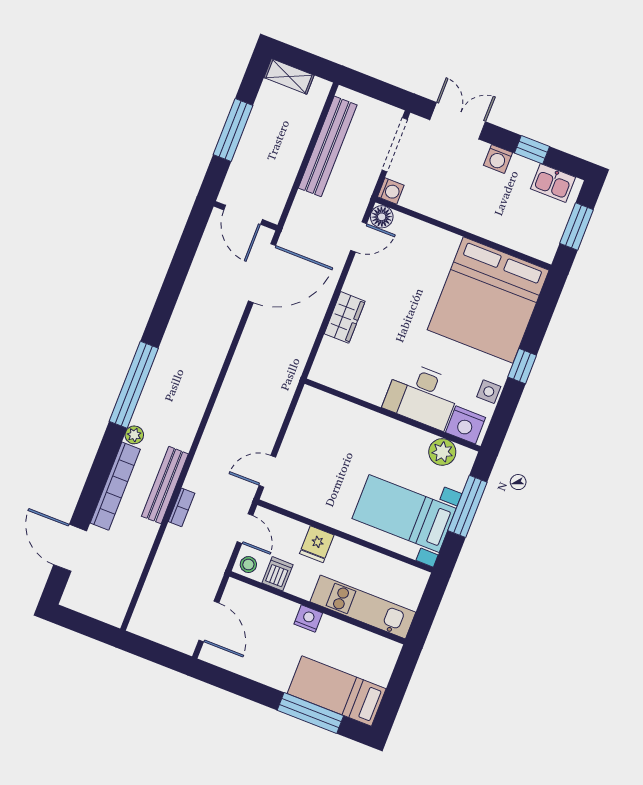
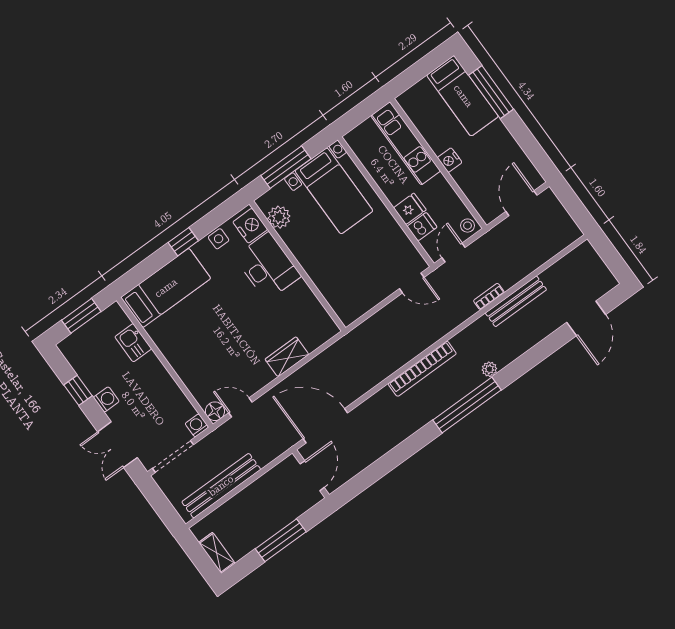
kitchen sink: (553, 183) -> (133, 343), moved, turned 180
bed: (488, 300) -> (166, 288), width x0.49
bench: (165, 485) -> (516, 301), moved
bookcase: (115, 486) -> (422, 369), moved, turned 180
dishwasher: (278, 574) -> (422, 227), moved, turned 180

